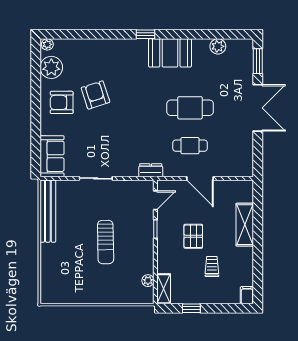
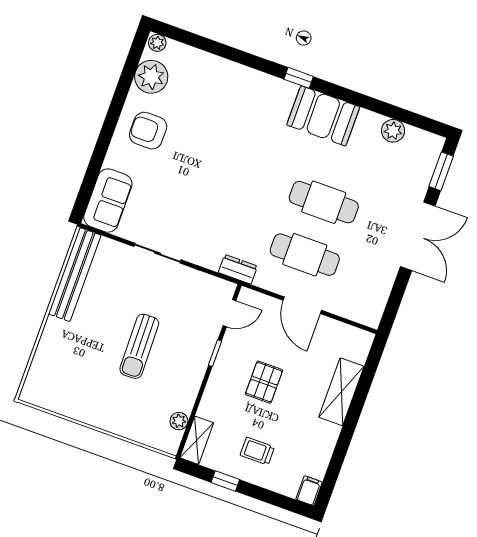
armchair: (95, 95) -> (199, 137), removed
cafe table: (190, 146) -> (305, 255), width x1.37, depth x1.35
trolley: (212, 266) -> (257, 451), moved, turned -90

